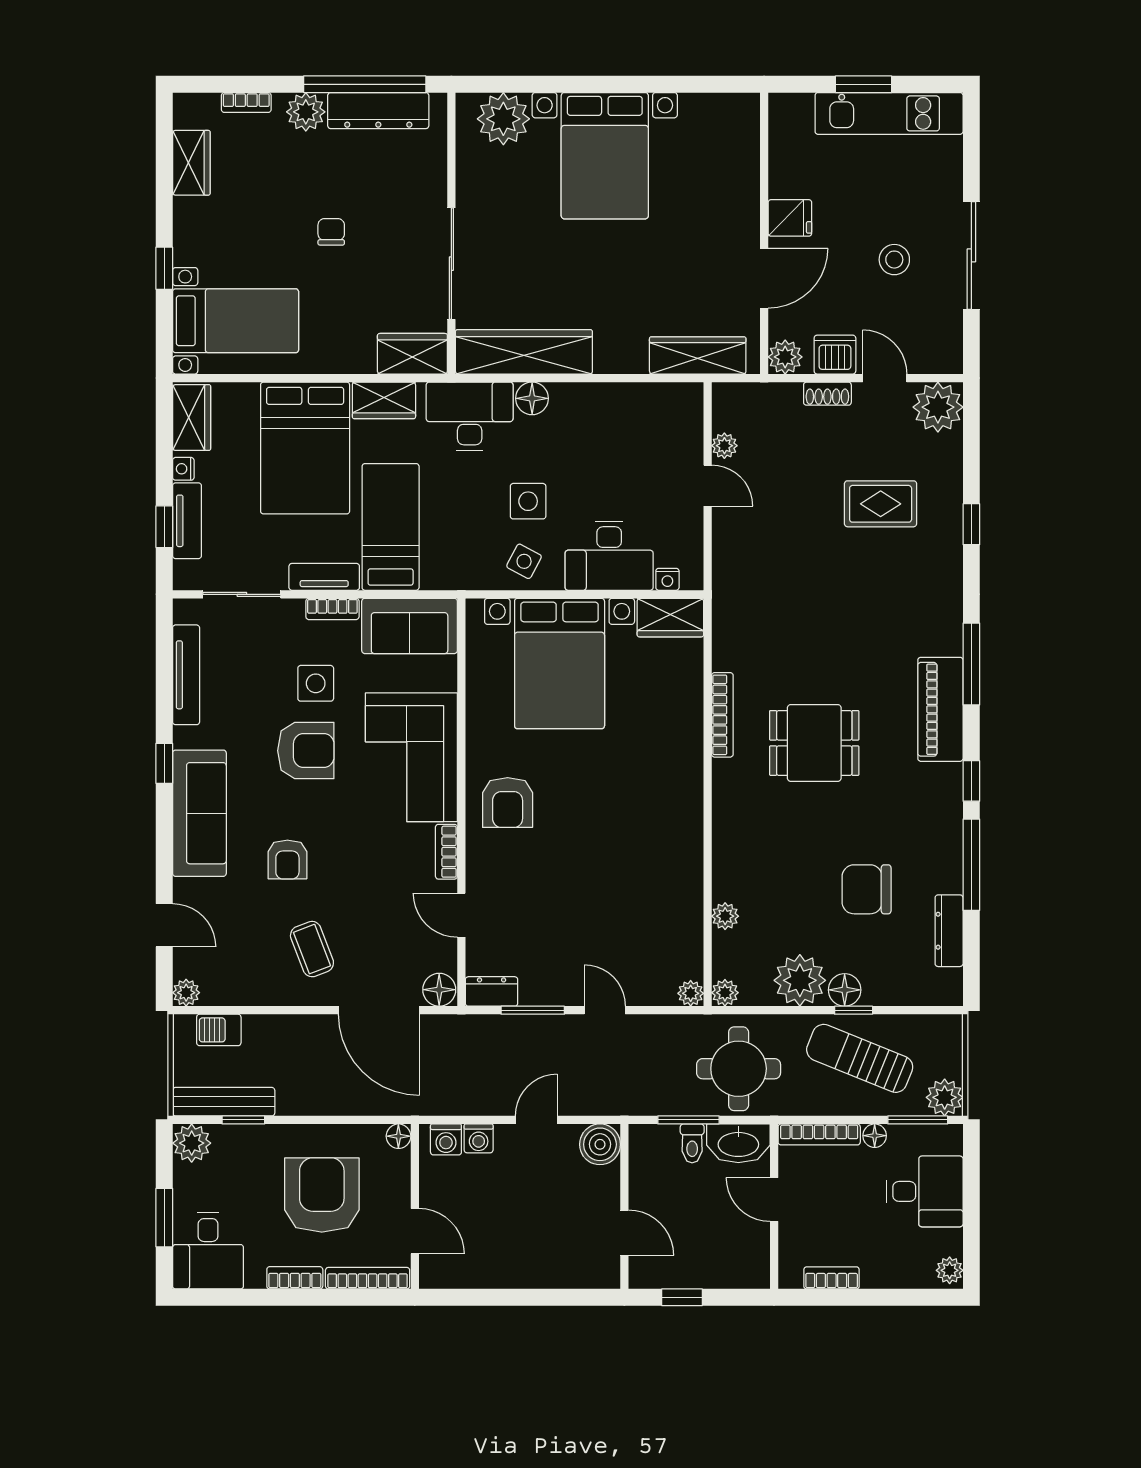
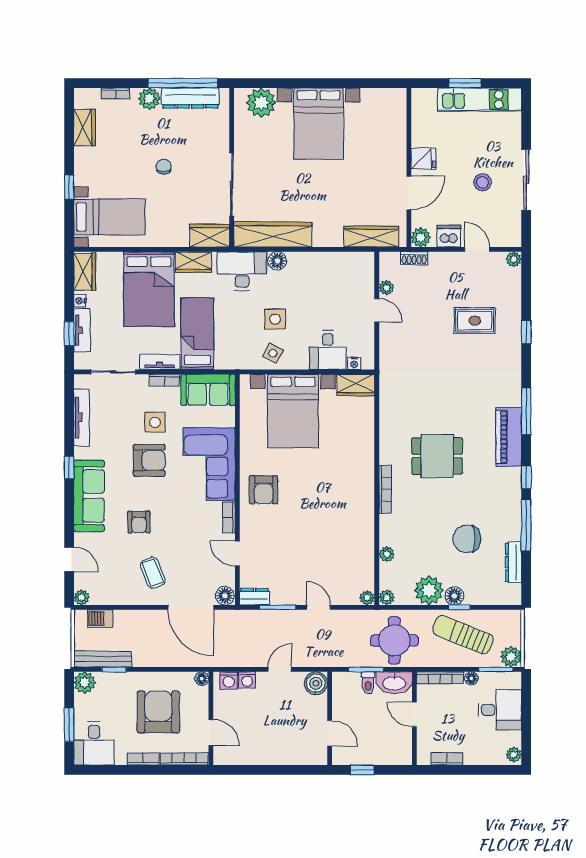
shoe rack: (827, 394) -> (414, 258), moved
plant: (938, 407) -> (514, 259), width x0.53, depth x0.53
desk: (609, 556) -> (328, 350), width x0.73
bookcase: (722, 715) -> (385, 489), moved

